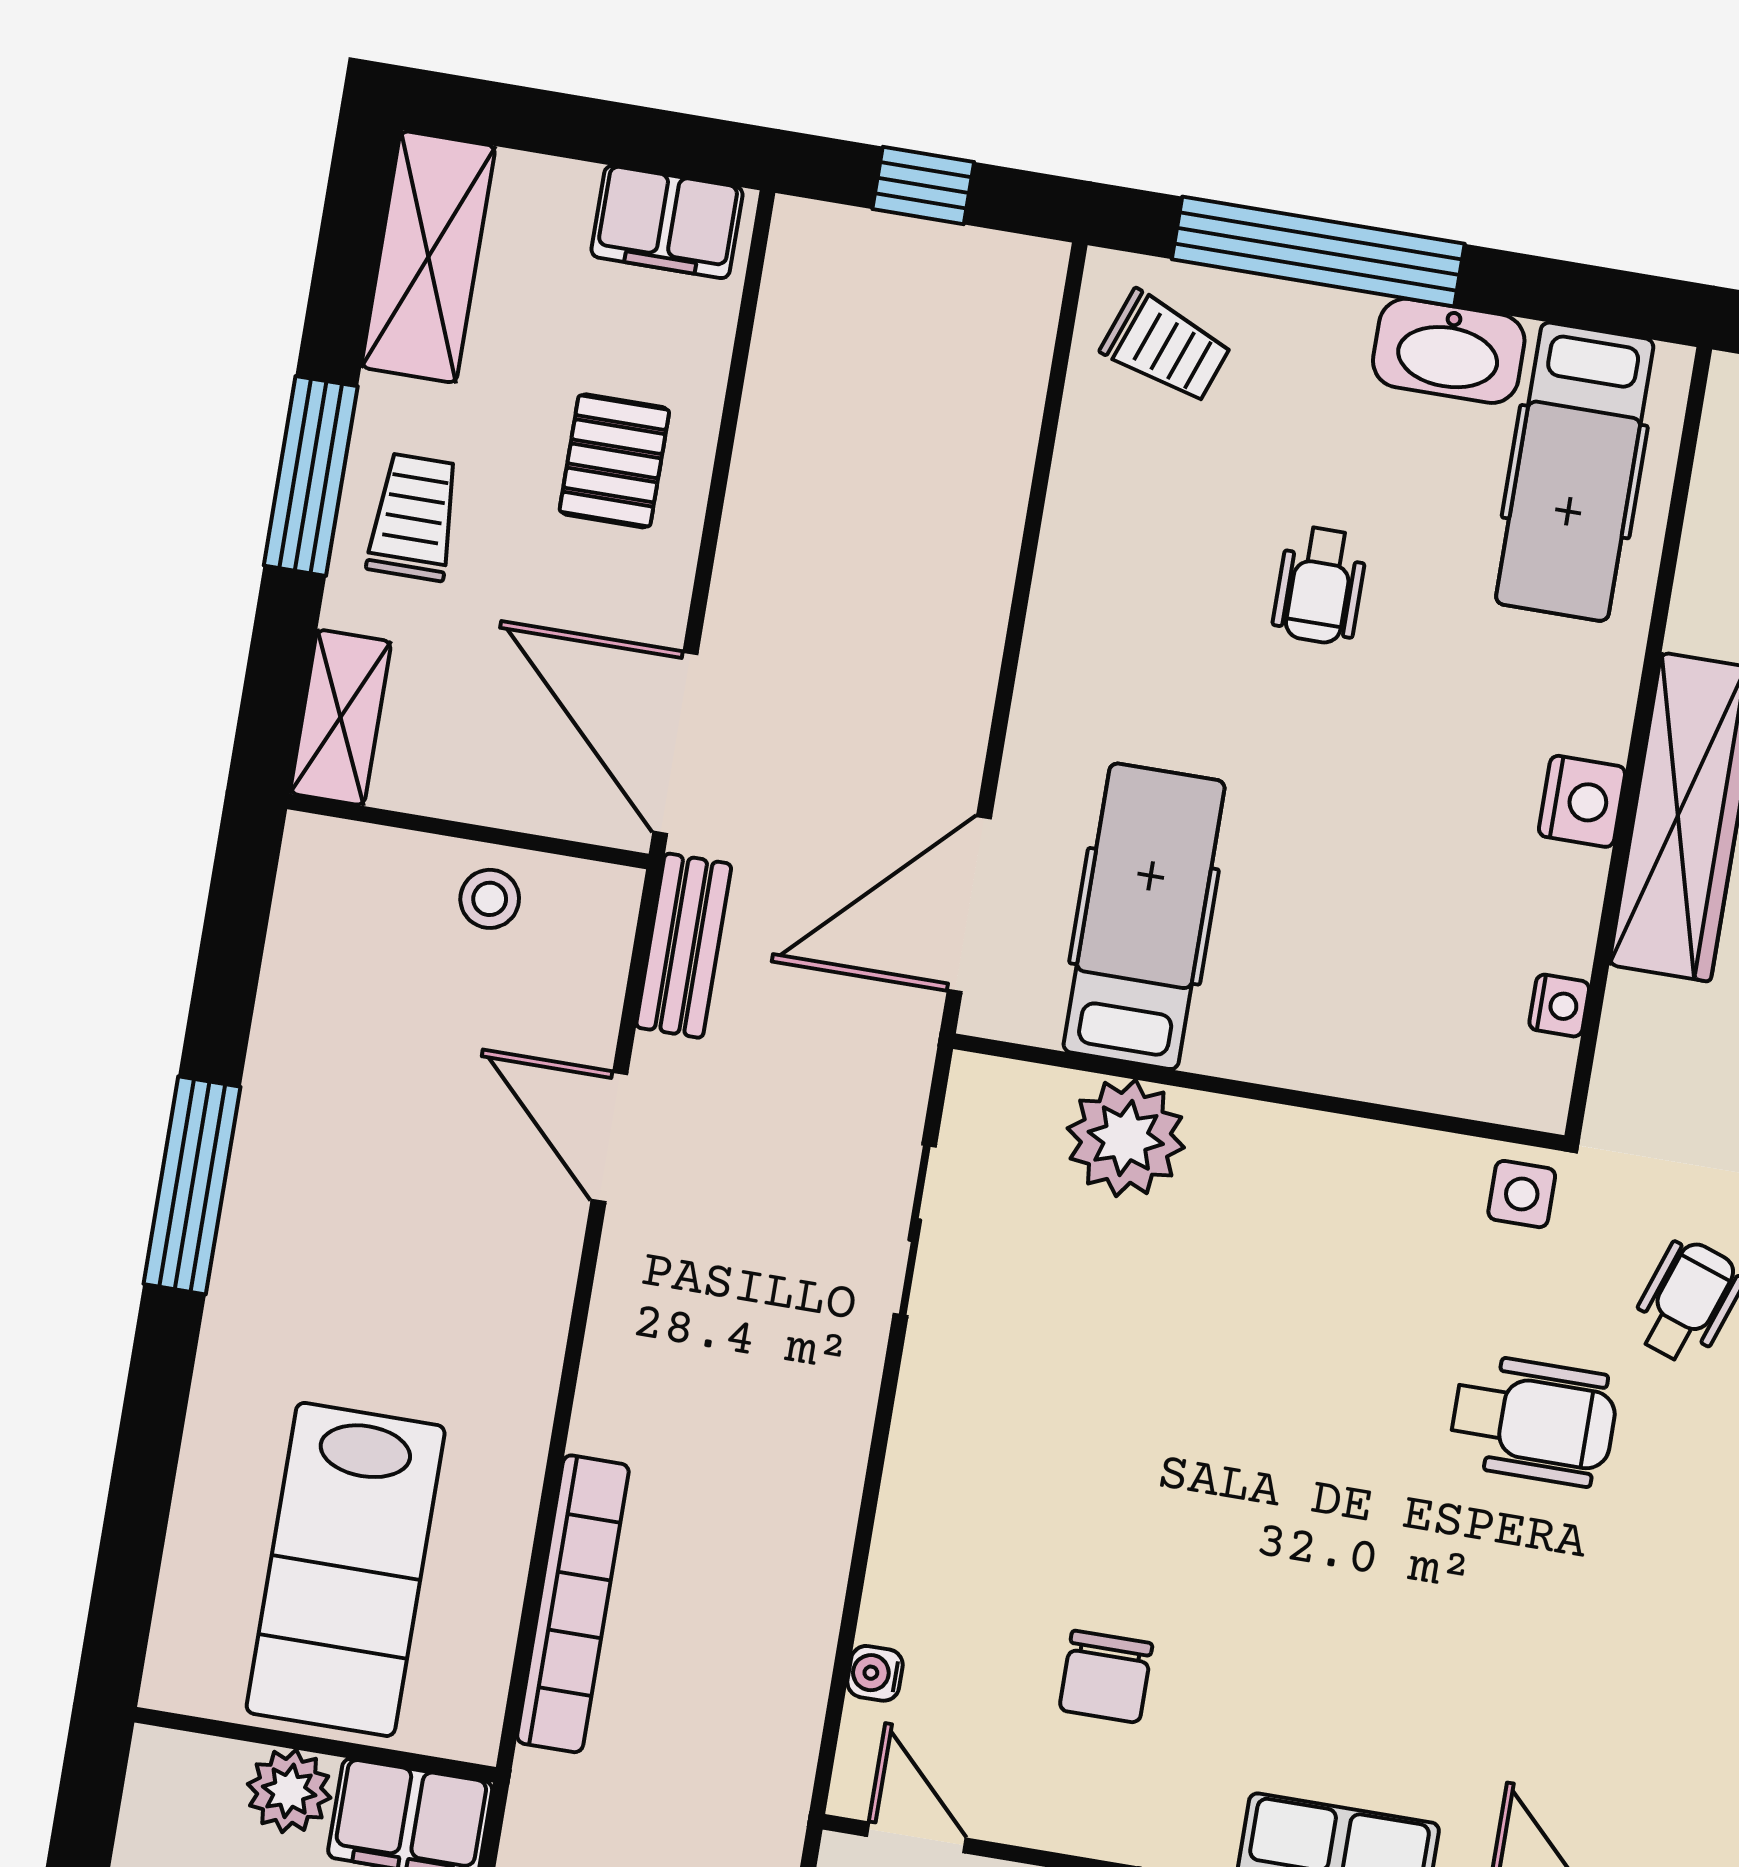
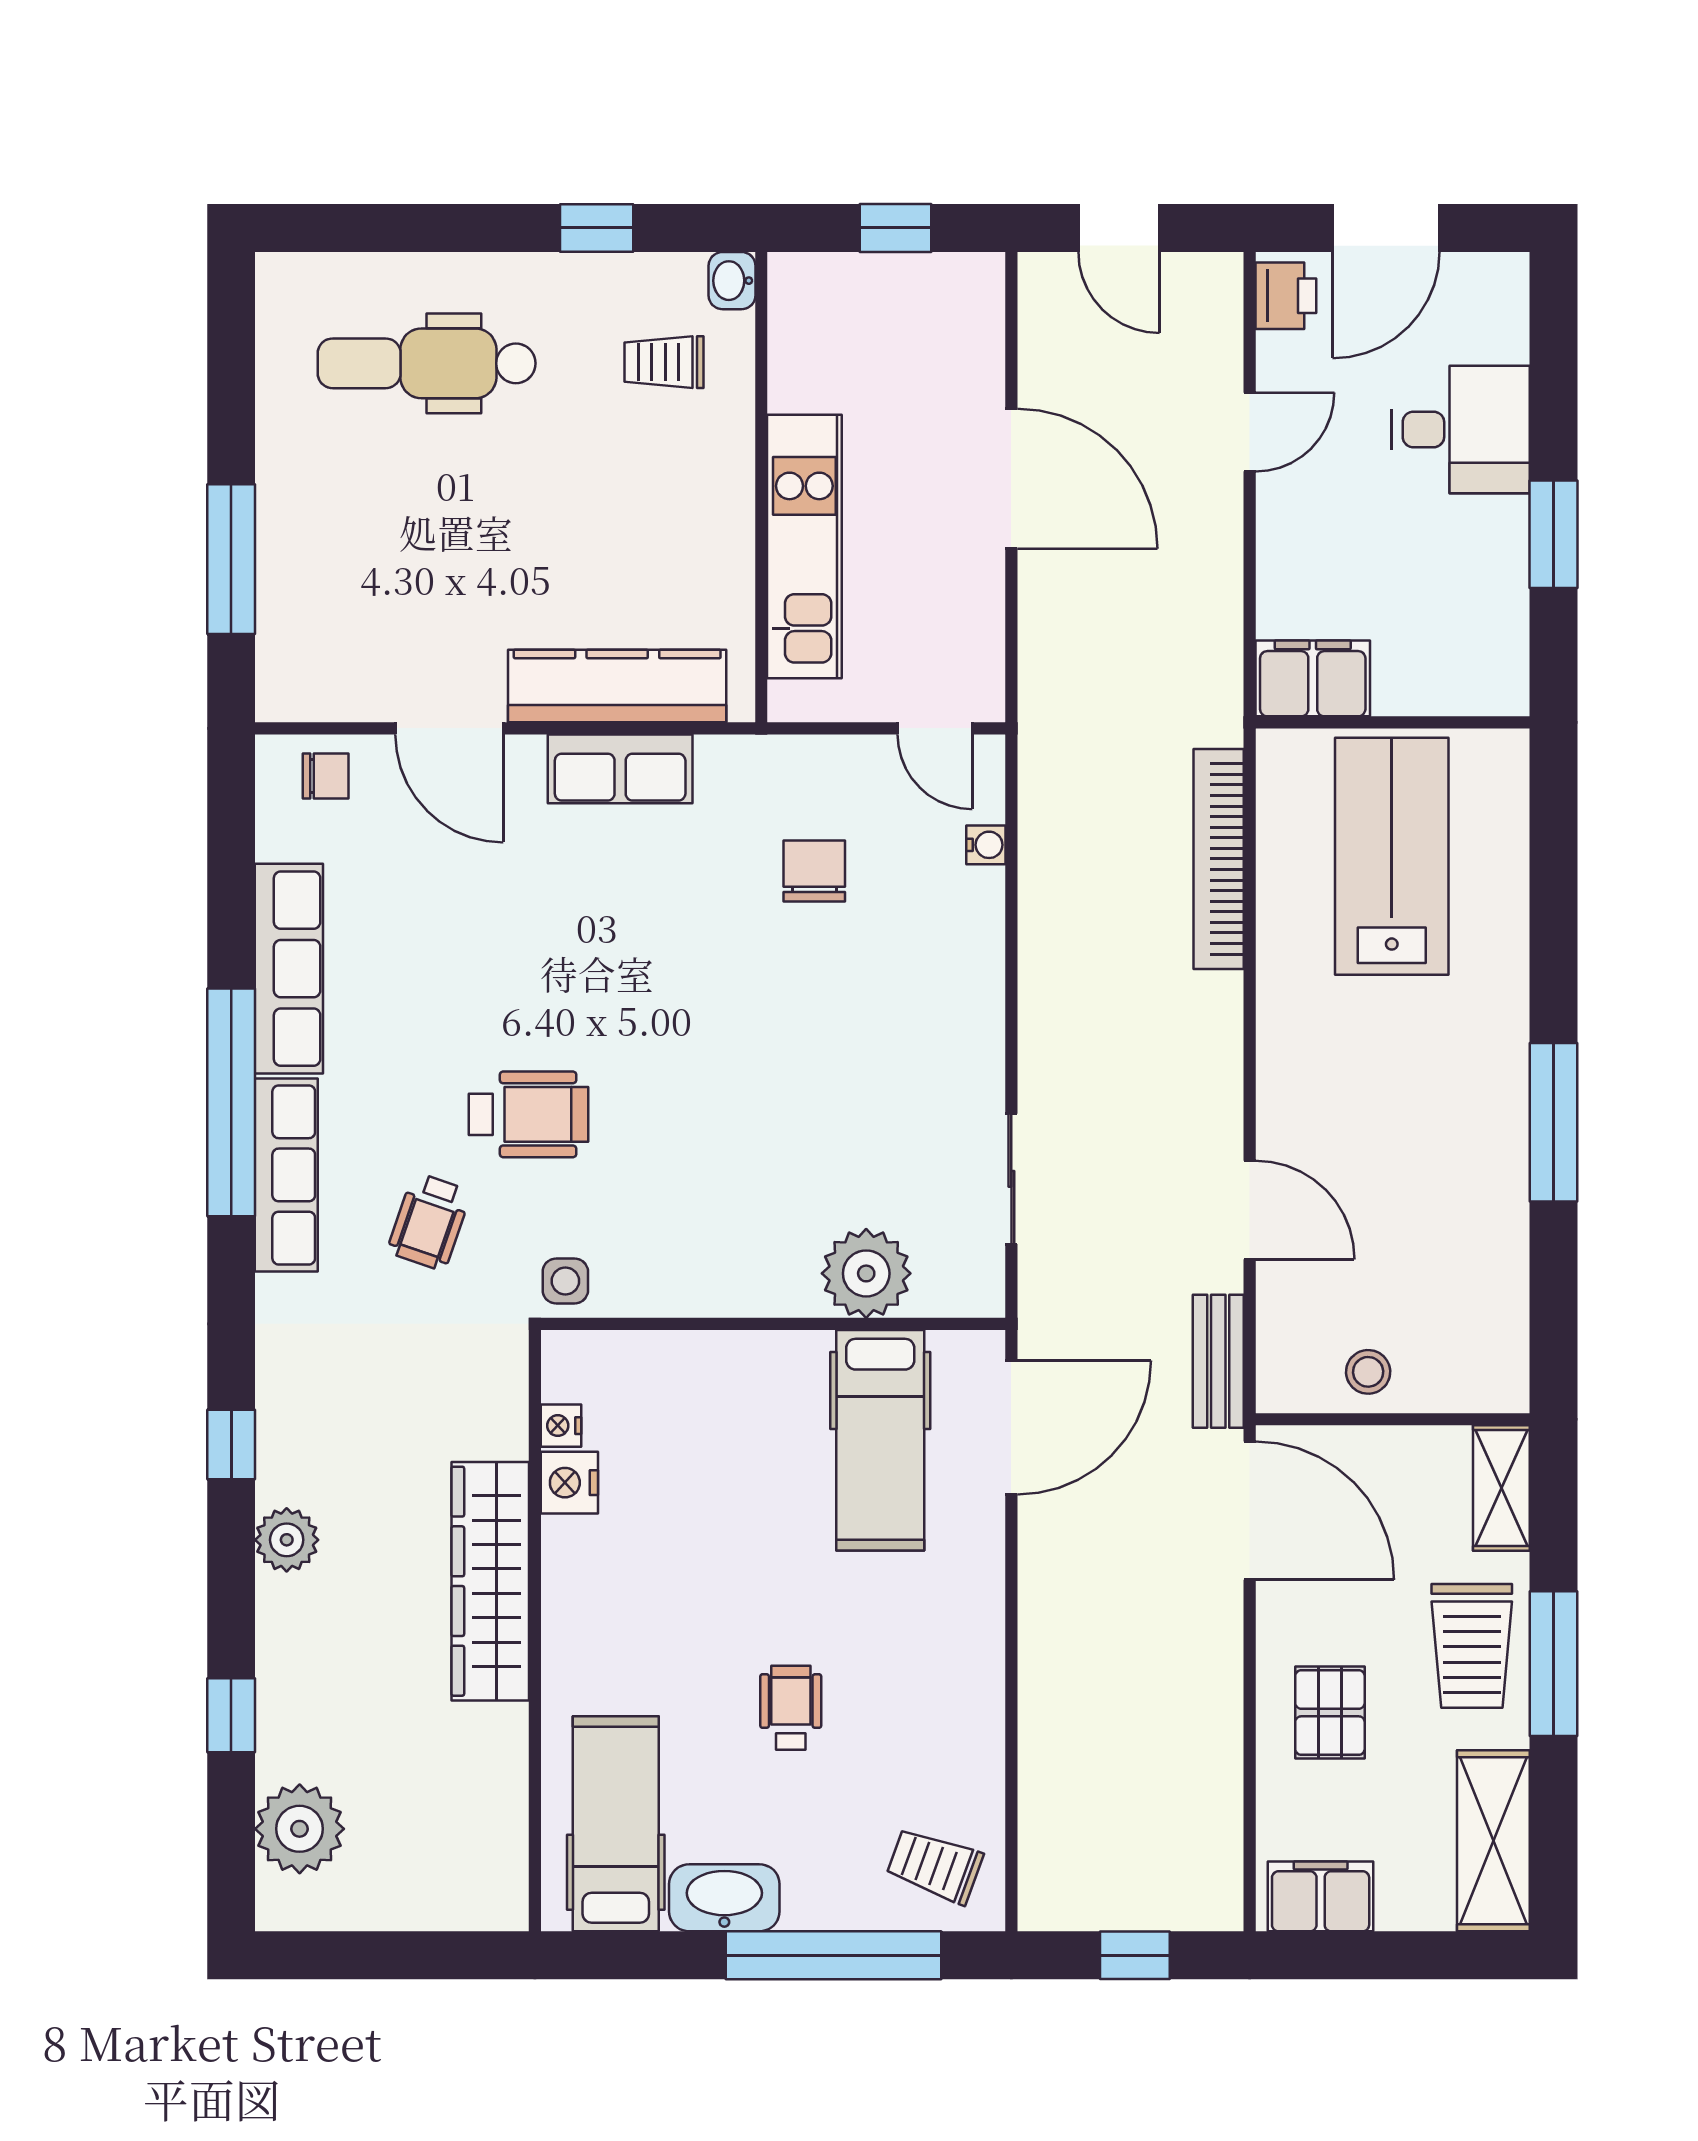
trolley: (414, 517) -> (1472, 1646), width x1.36, depth x1.39
nightstand: (1582, 801) -> (569, 1483), moved
wheelchair: (1534, 1420) -> (528, 1114), turned 180
plant: (289, 1791) -> (1406, 685), removed

